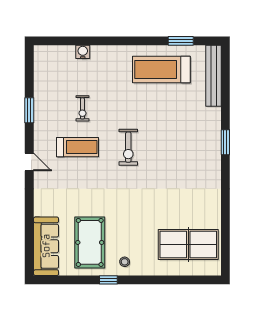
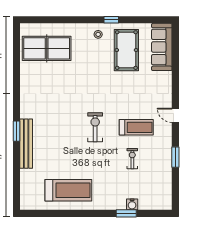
window: (181, 41) -> (126, 213), moved
bench: (213, 76) -> (26, 144), moved
treadmill: (78, 147) -> (136, 127), turned 180

